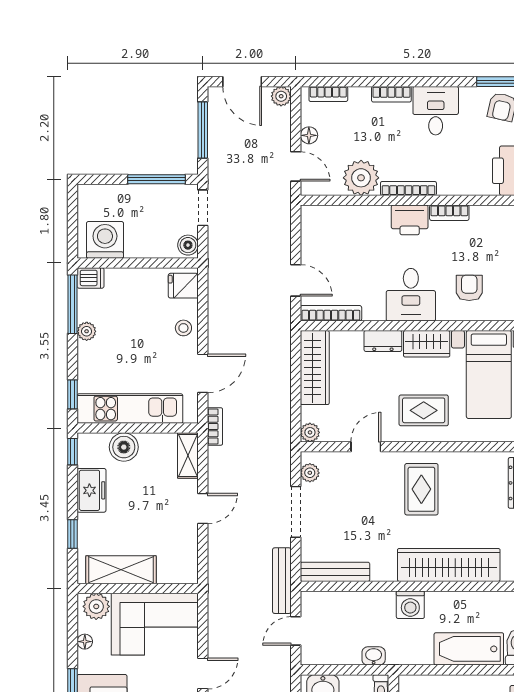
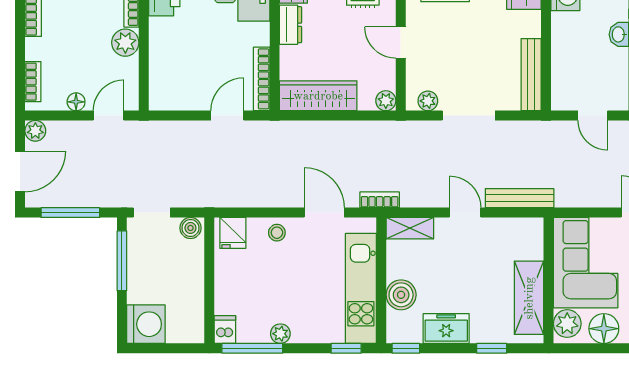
plant: (361, 178) -> (125, 43), width x0.73, depth x0.73
washing machine: (105, 240) -> (146, 324), moved, turned 180
bench: (282, 581) -> (520, 198), moved
floor lamp: (85, 642) -> (604, 329), width x1.89, depth x1.89

